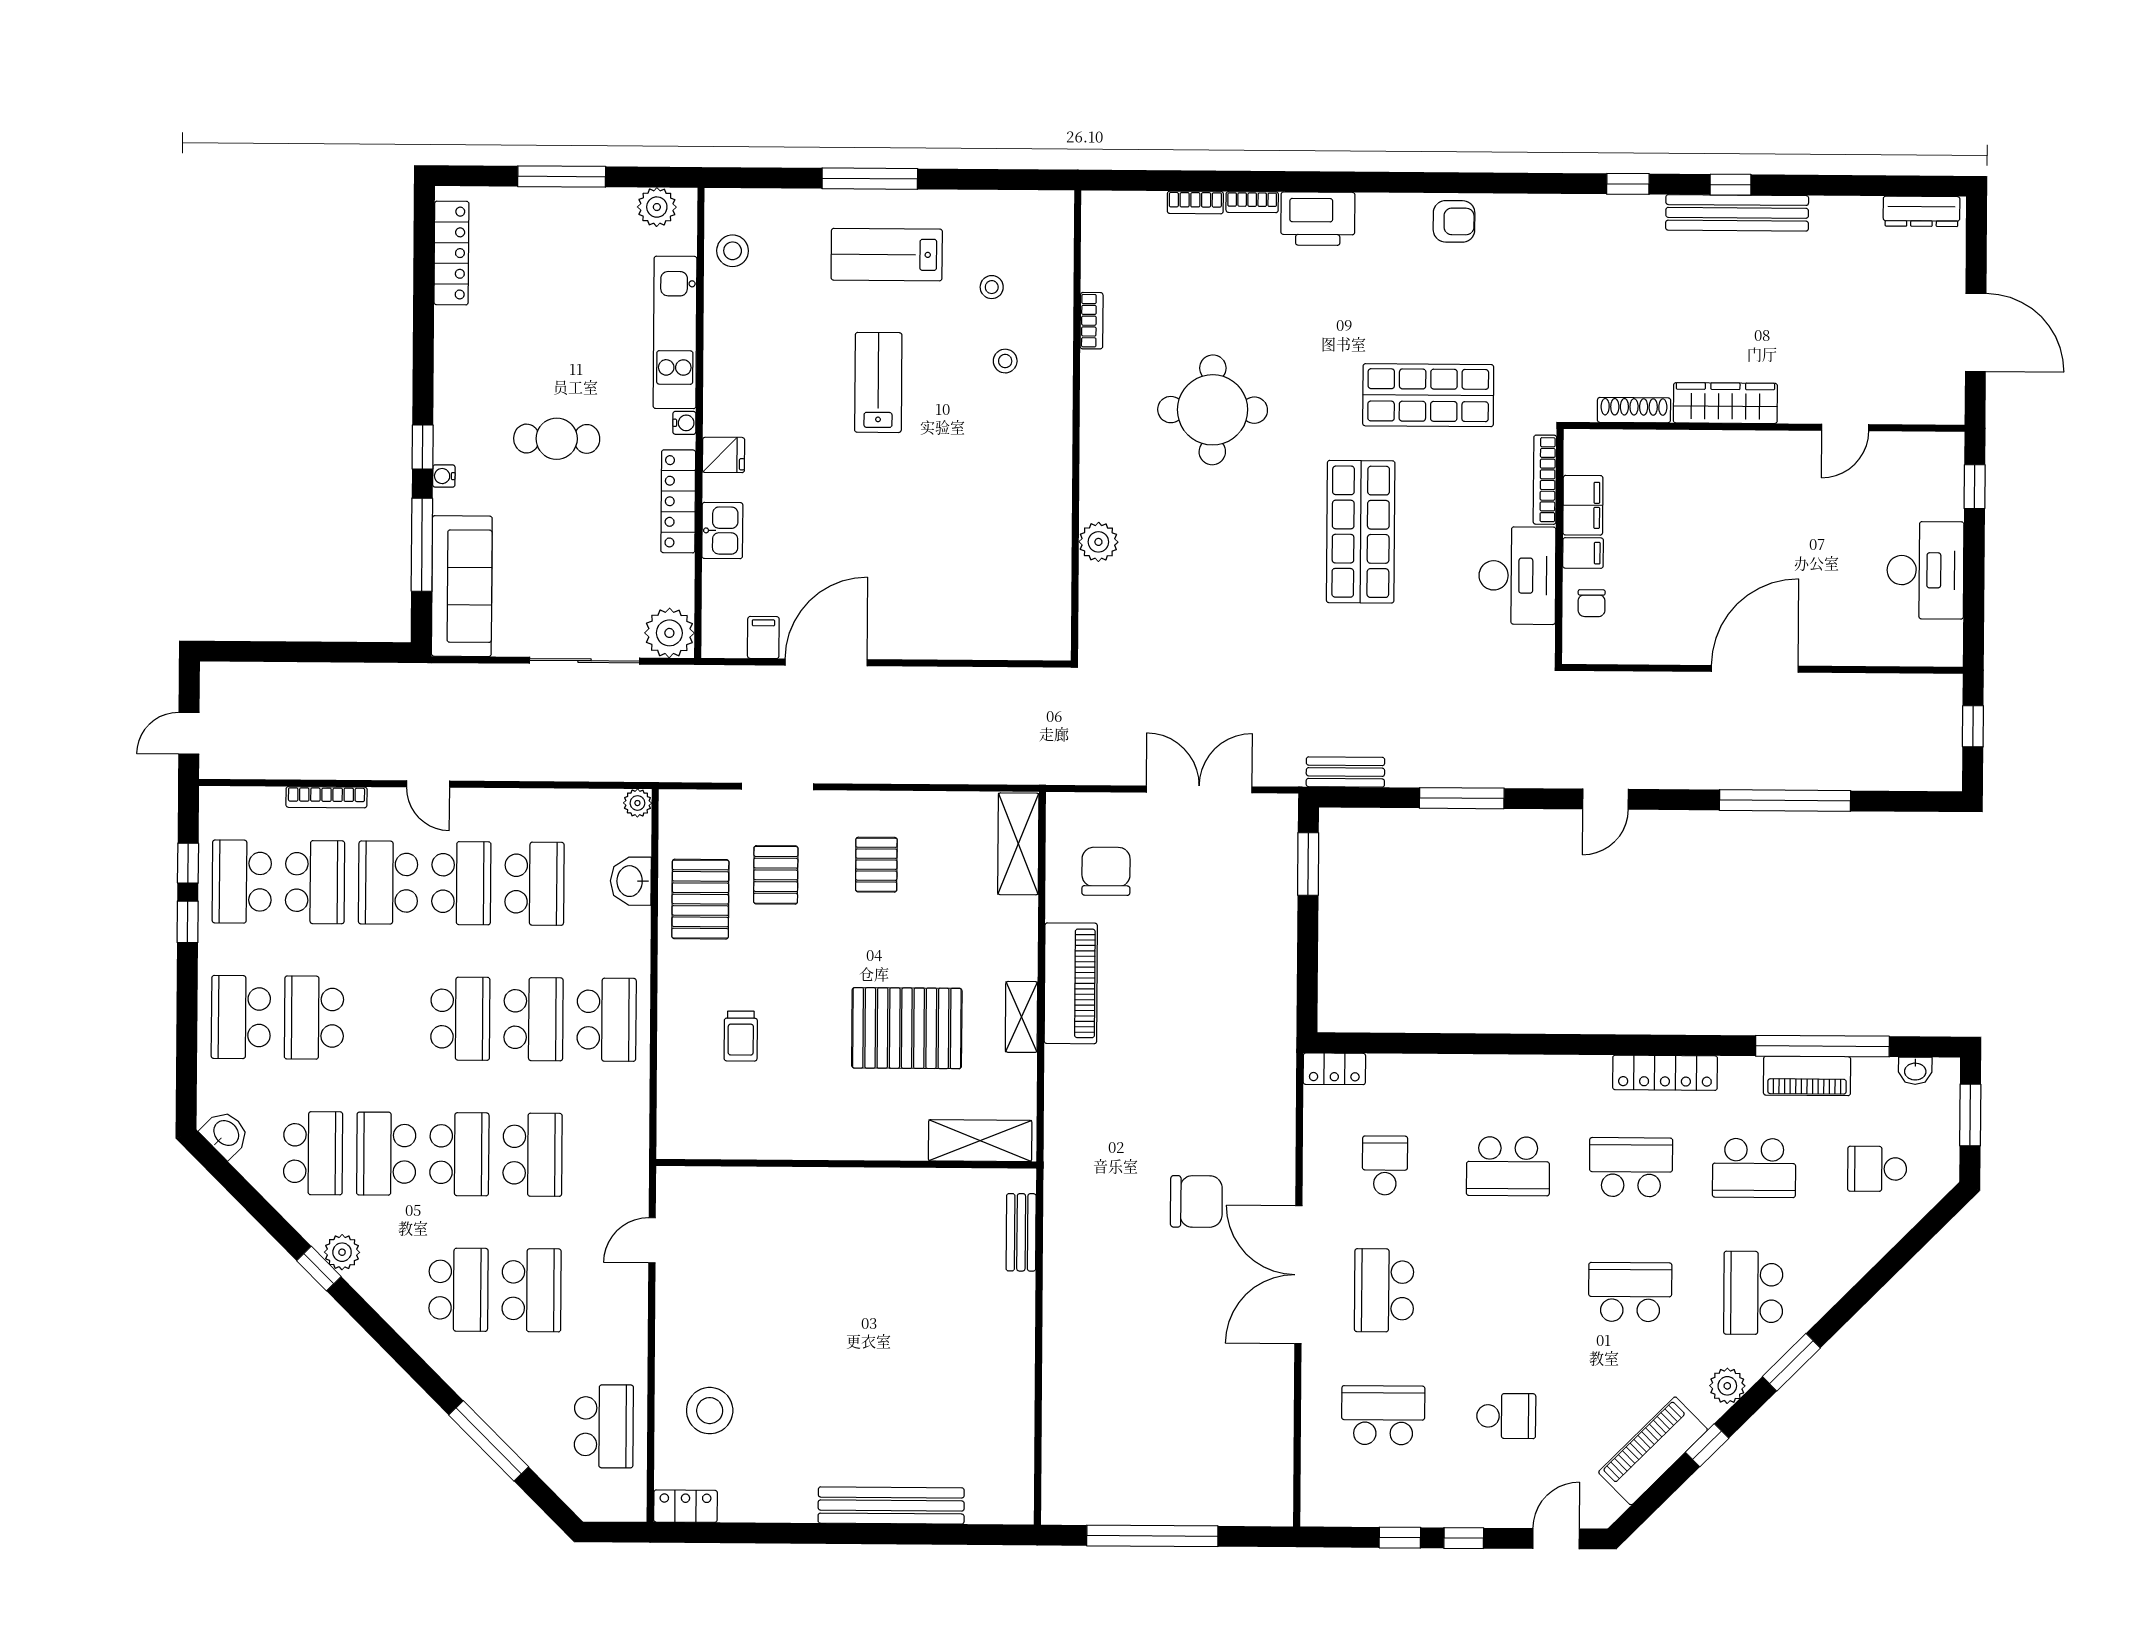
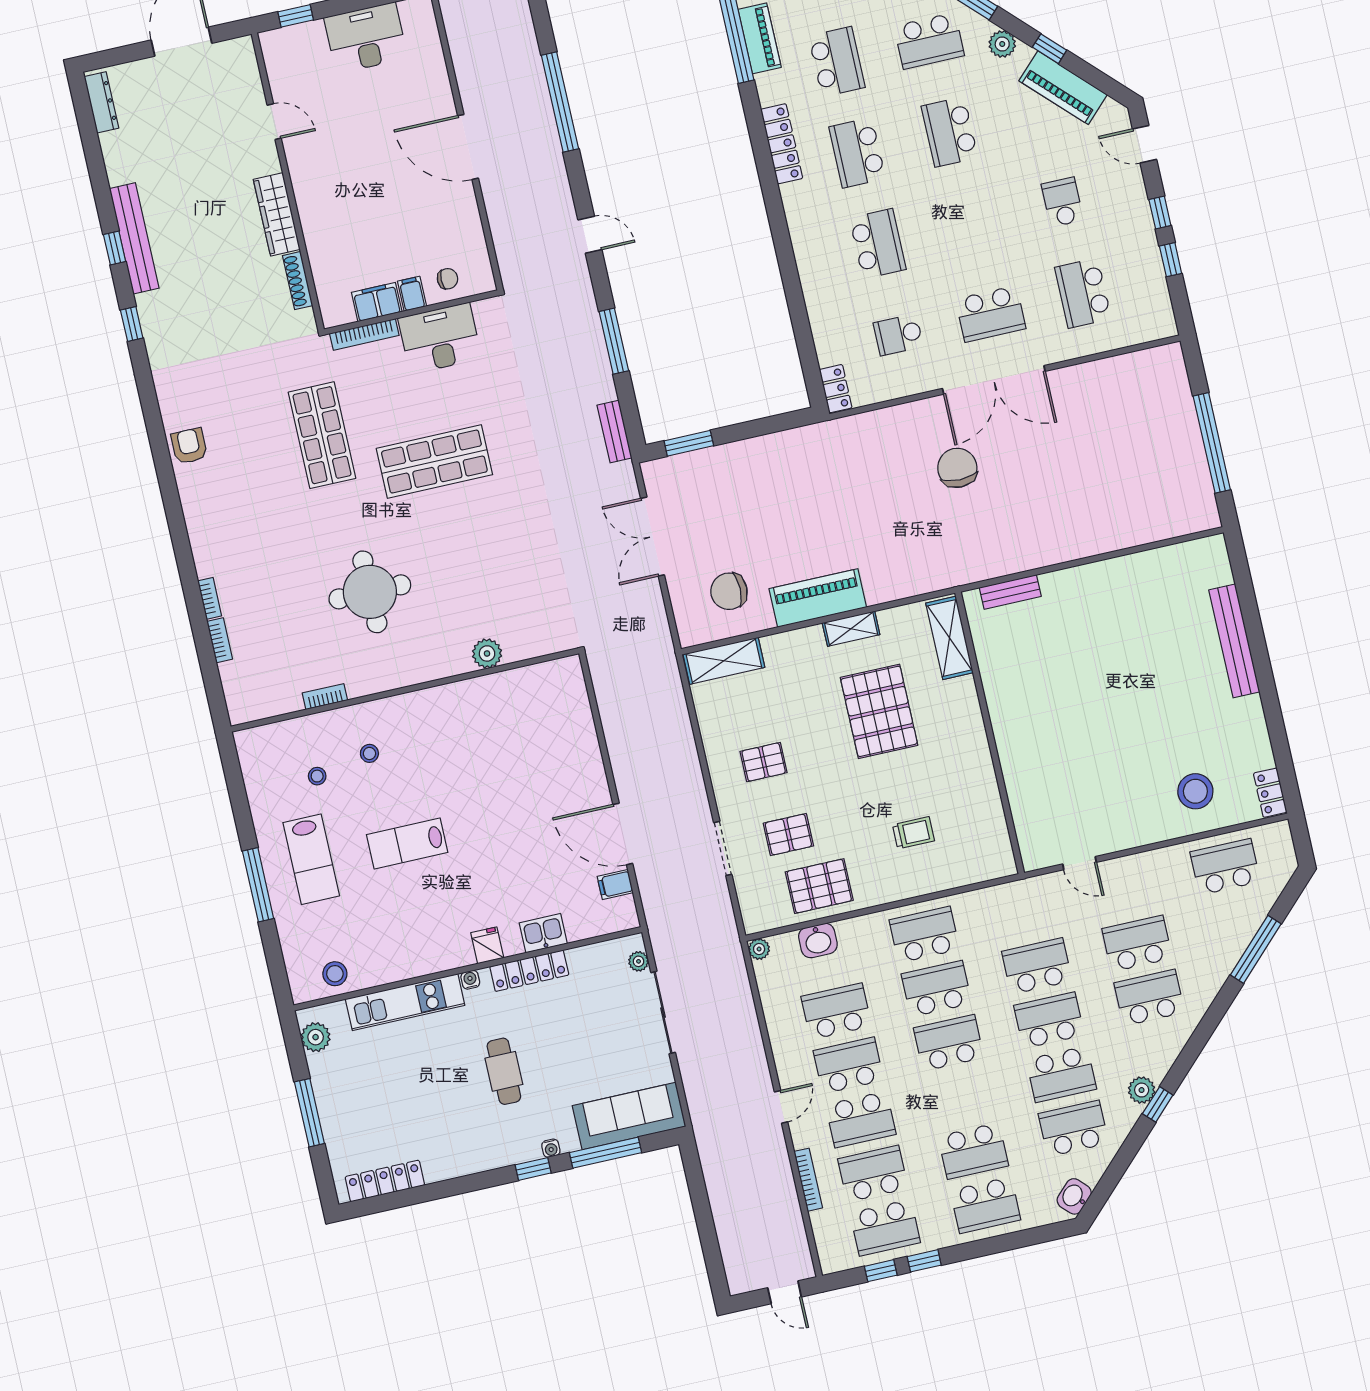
printer: (1318, 219) -> (211, 547), removed
plant: (669, 633) -> (638, 961), width x0.53, depth x0.53

